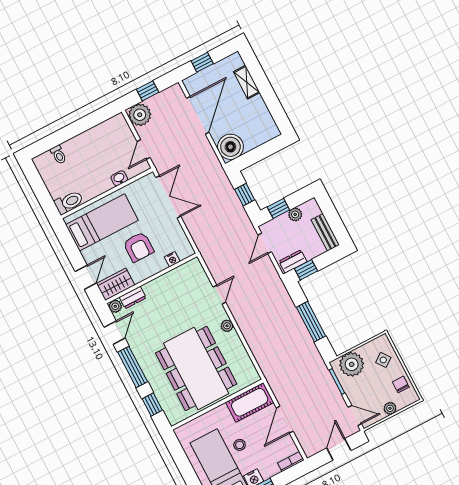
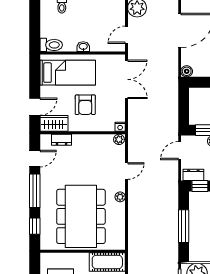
boiler: (230, 147) -> (187, 71), width x0.54, depth x0.54
washbasin: (119, 178) -> (83, 47), moved
window: (245, 195) -> (184, 107), removed
nightstand: (172, 259) -> (120, 127), moved
plant: (115, 306) -> (119, 139), moved

